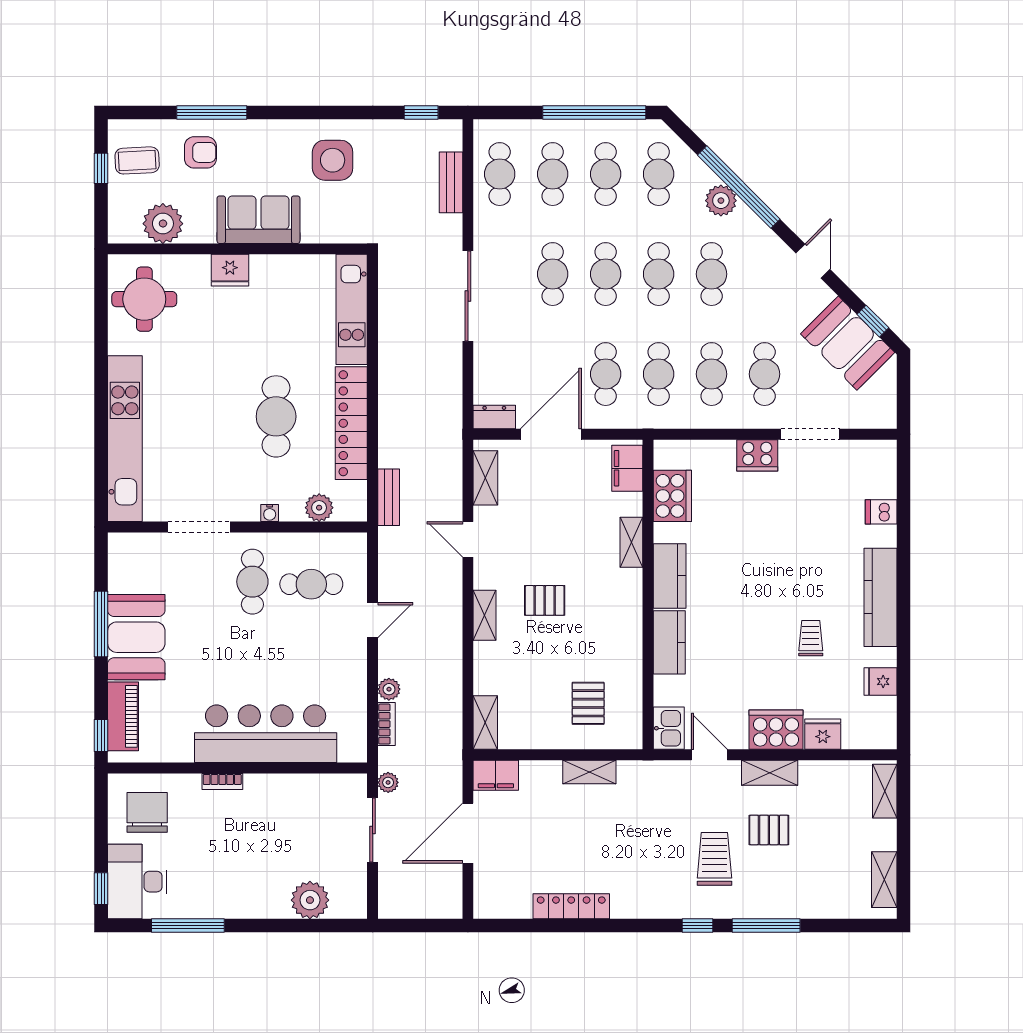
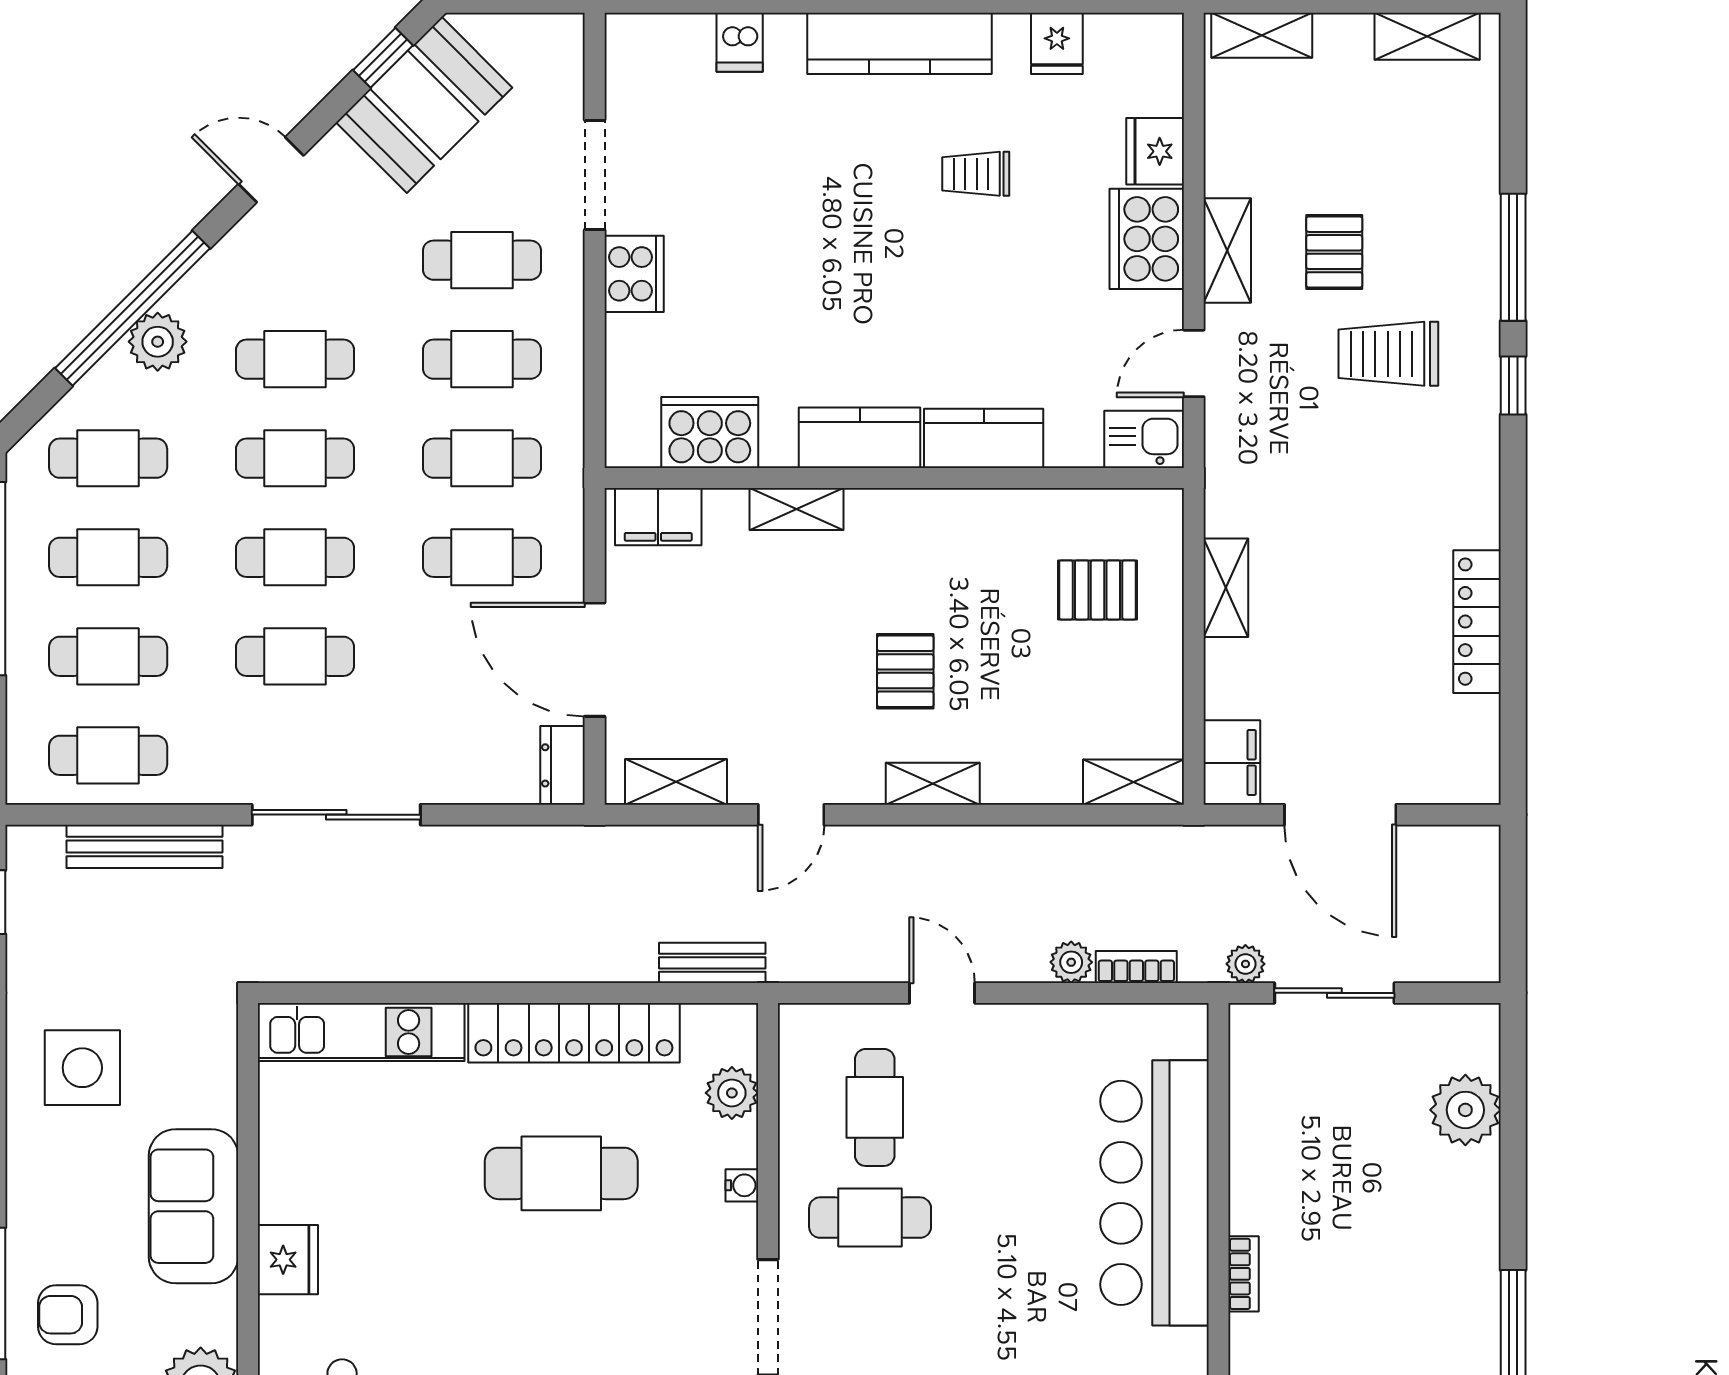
armchair: (200, 152) -> (68, 1315), turned -90
bench: (451, 182) -> (144, 846), width x1.36

